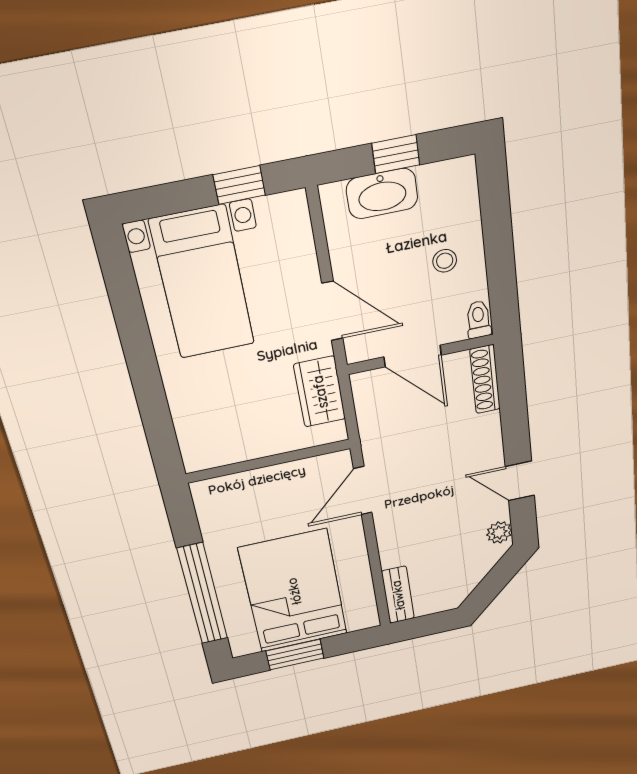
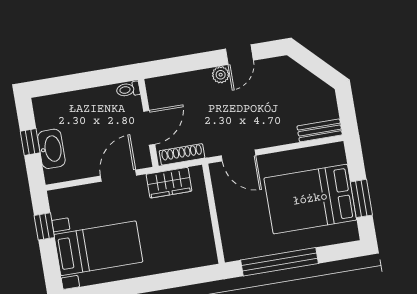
stool: (445, 261) -> (91, 112), removed
shoe rack: (485, 379) -> (182, 154), moved, turned 180
plant: (499, 532) -> (221, 75), moved
window: (202, 594) -> (279, 262), moved

